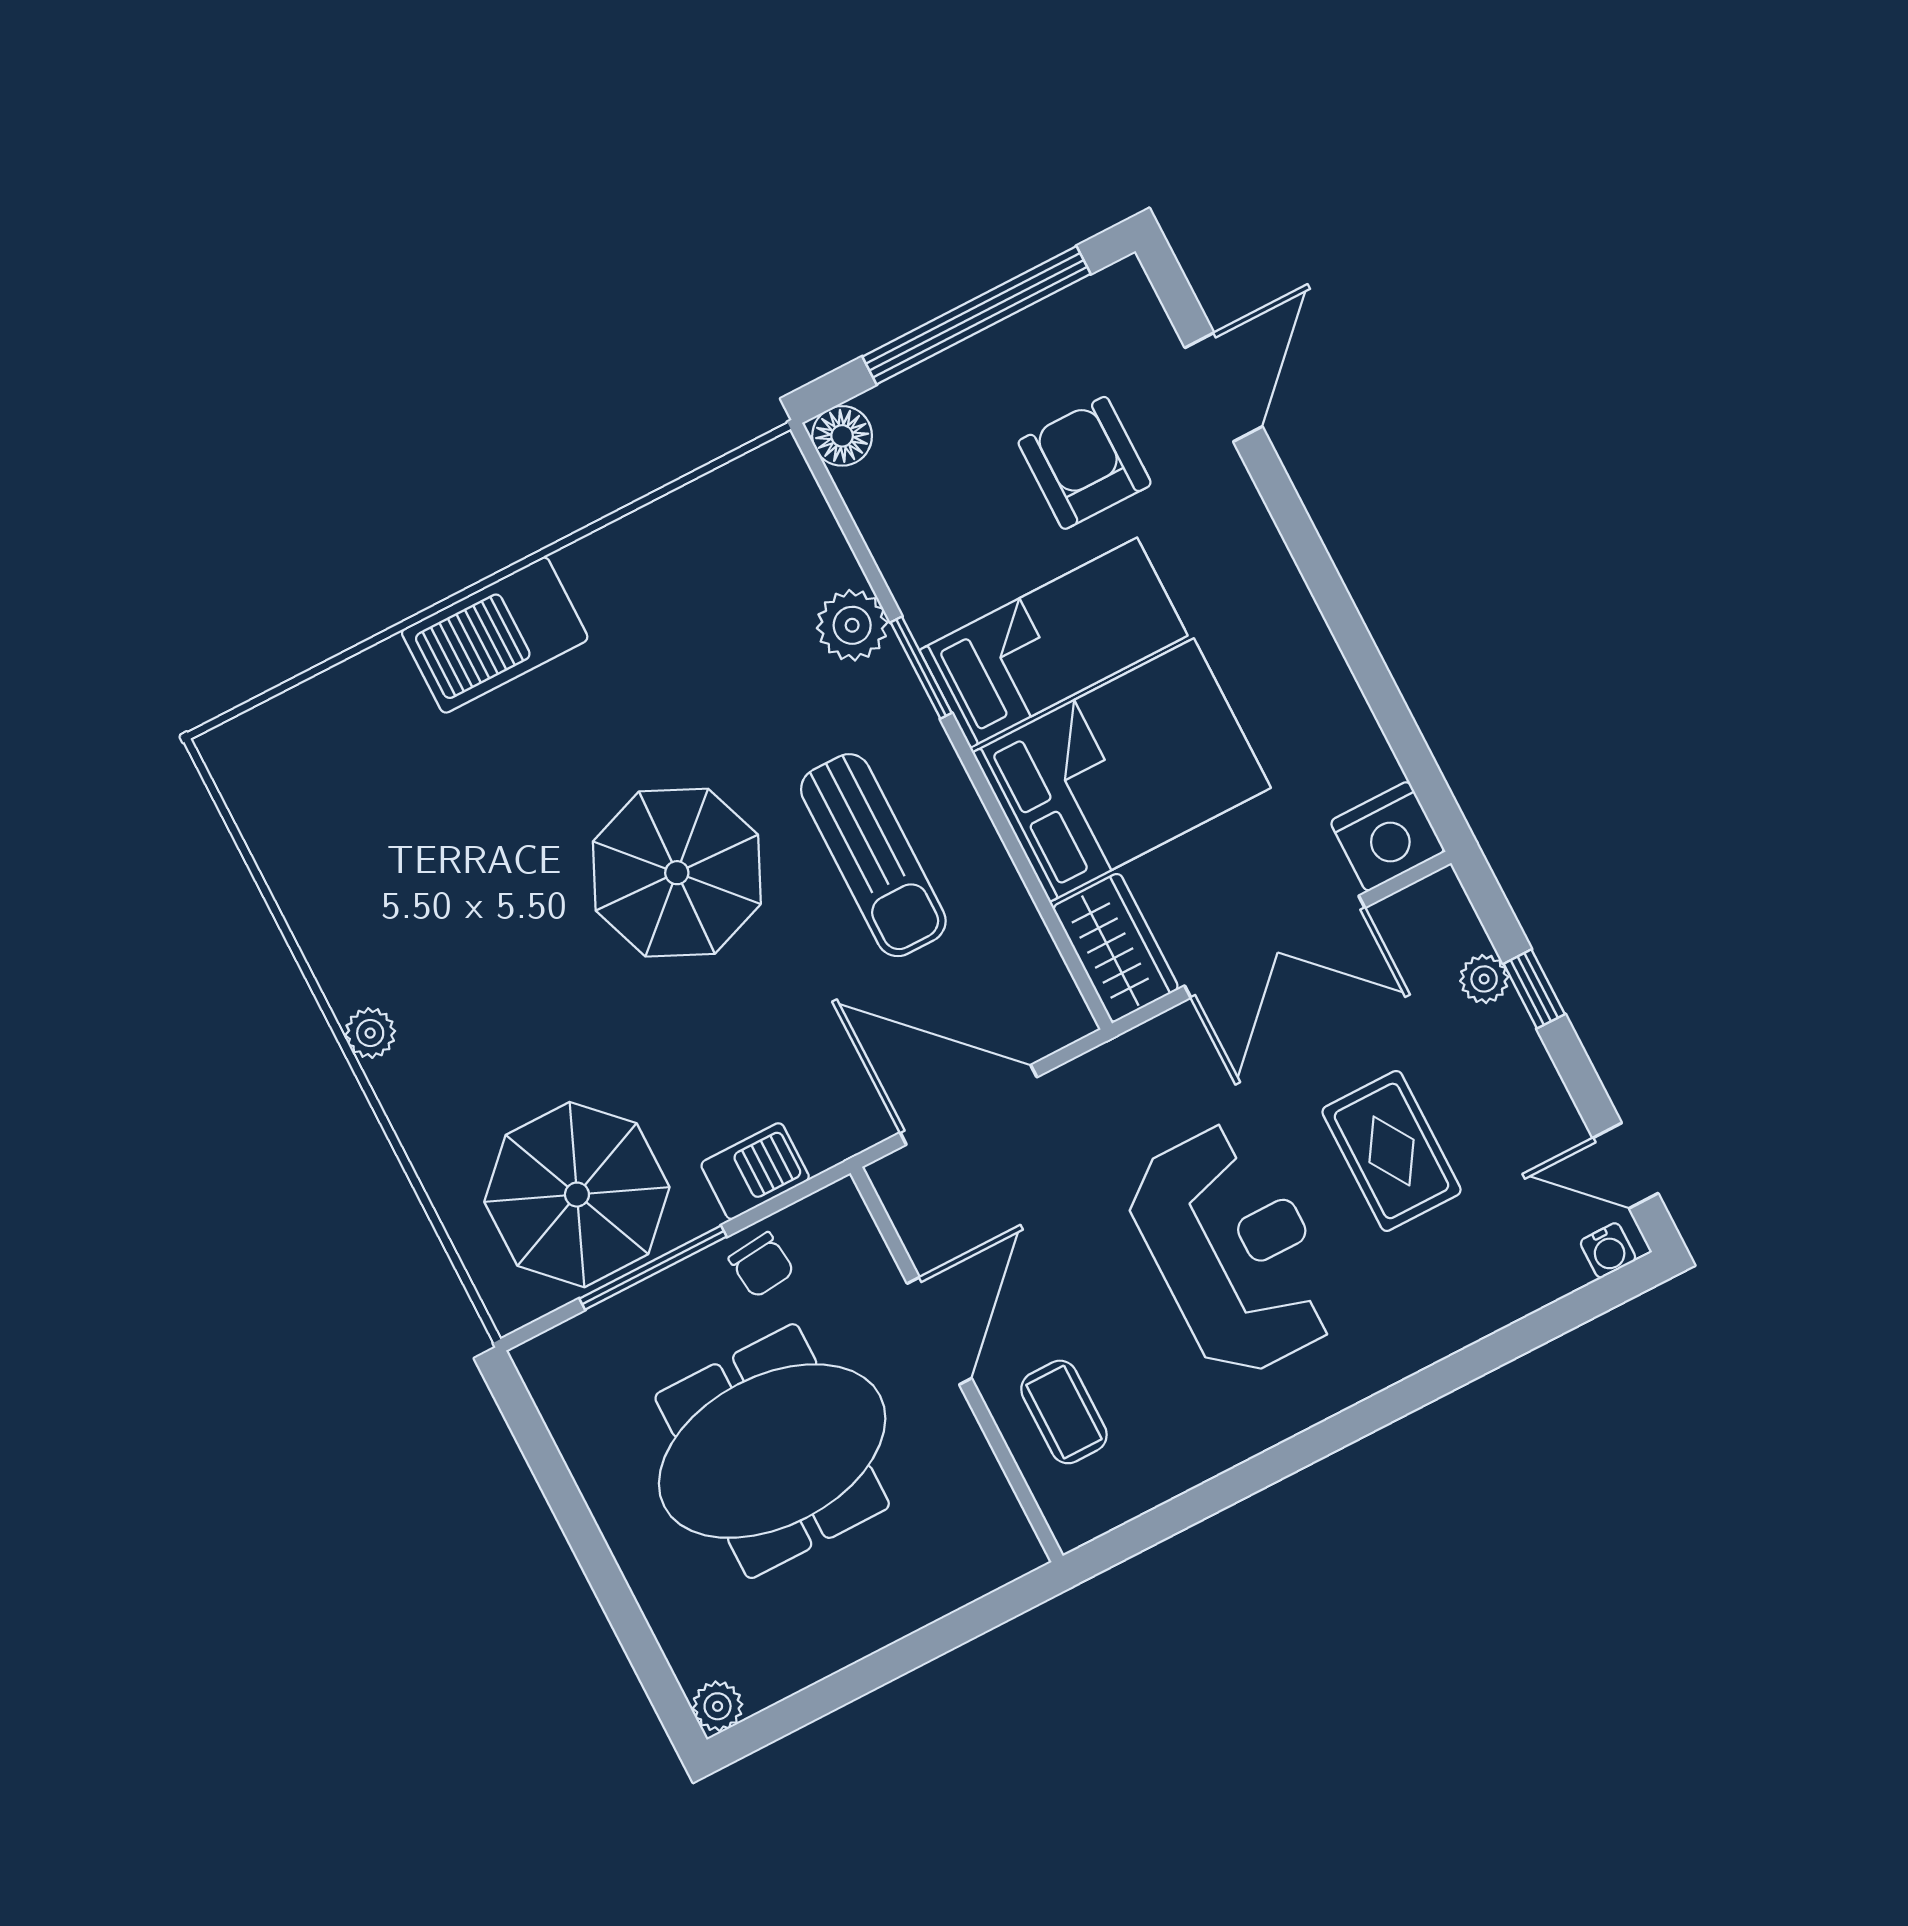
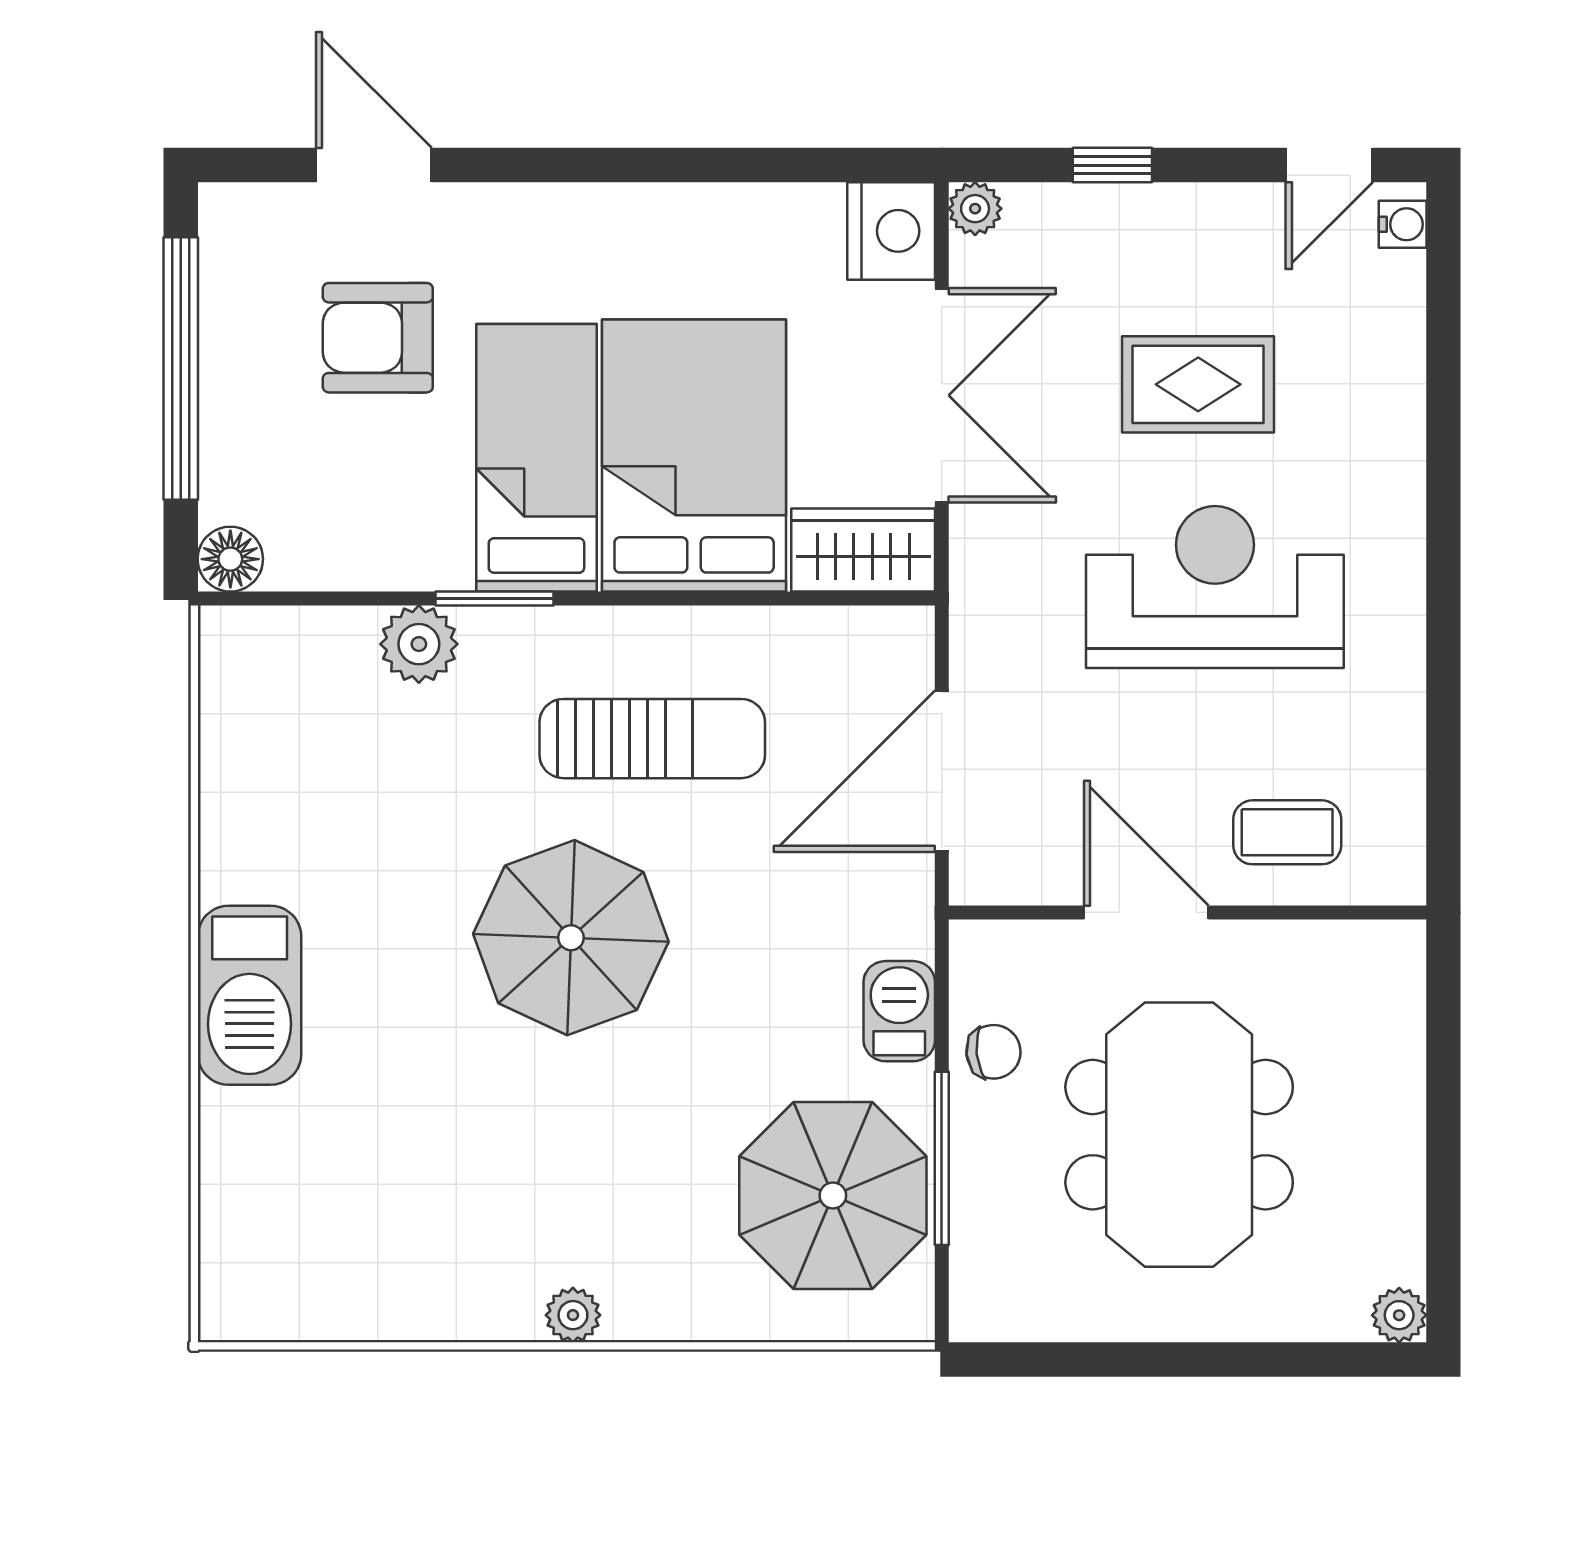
plant: (1484, 979) -> (975, 209), moved

